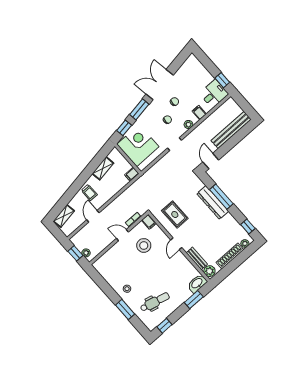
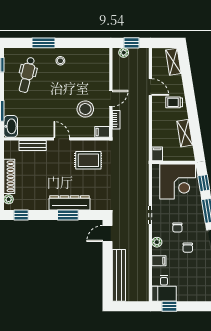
door: (211, 161) -> (107, 233), swing flipped
window: (221, 197) -> (68, 215), width x0.69
plant: (209, 271) -> (12, 147), removed

